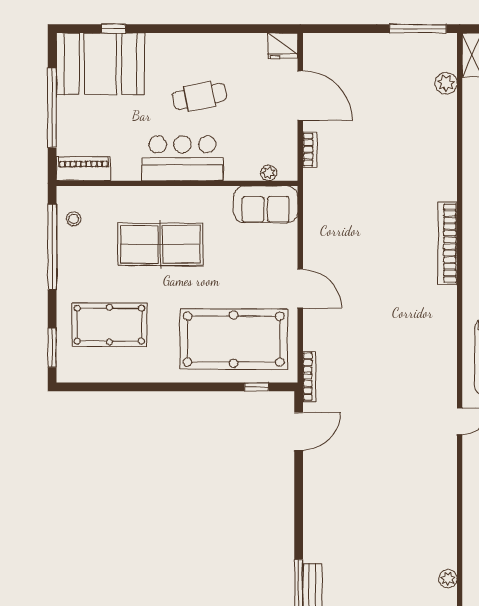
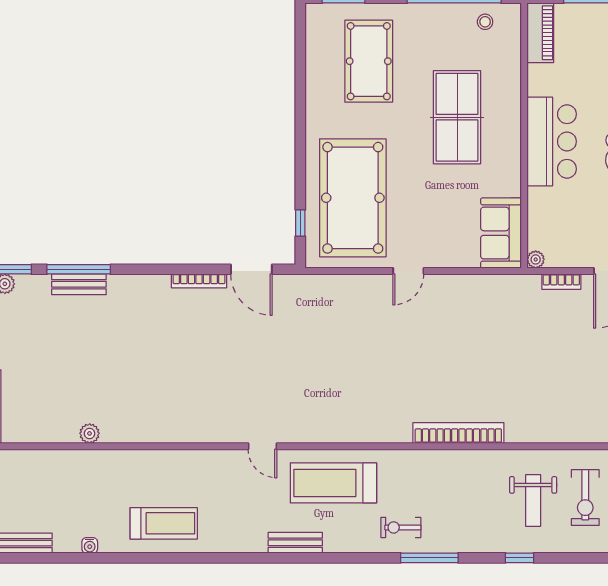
plant: (269, 173) -> (536, 259), moved
door: (300, 289) -> (408, 271), width x0.73
bookcase: (309, 377) -> (199, 281), moved

